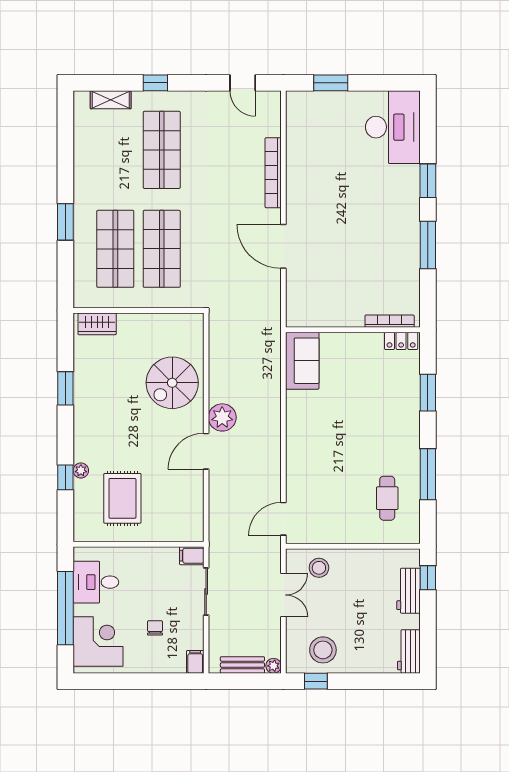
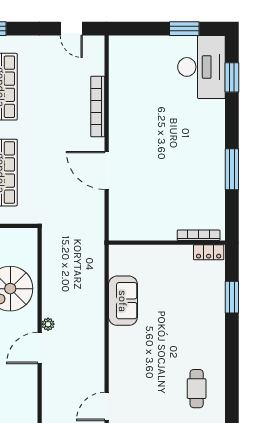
window: (331, 83) -> (184, 29), moved
window: (428, 181) -> (232, 77), moved
sofa: (302, 361) -> (123, 301), moved
plant: (222, 417) -> (48, 324), width x0.53, depth x0.53
window: (428, 474) -> (232, 368), removed

